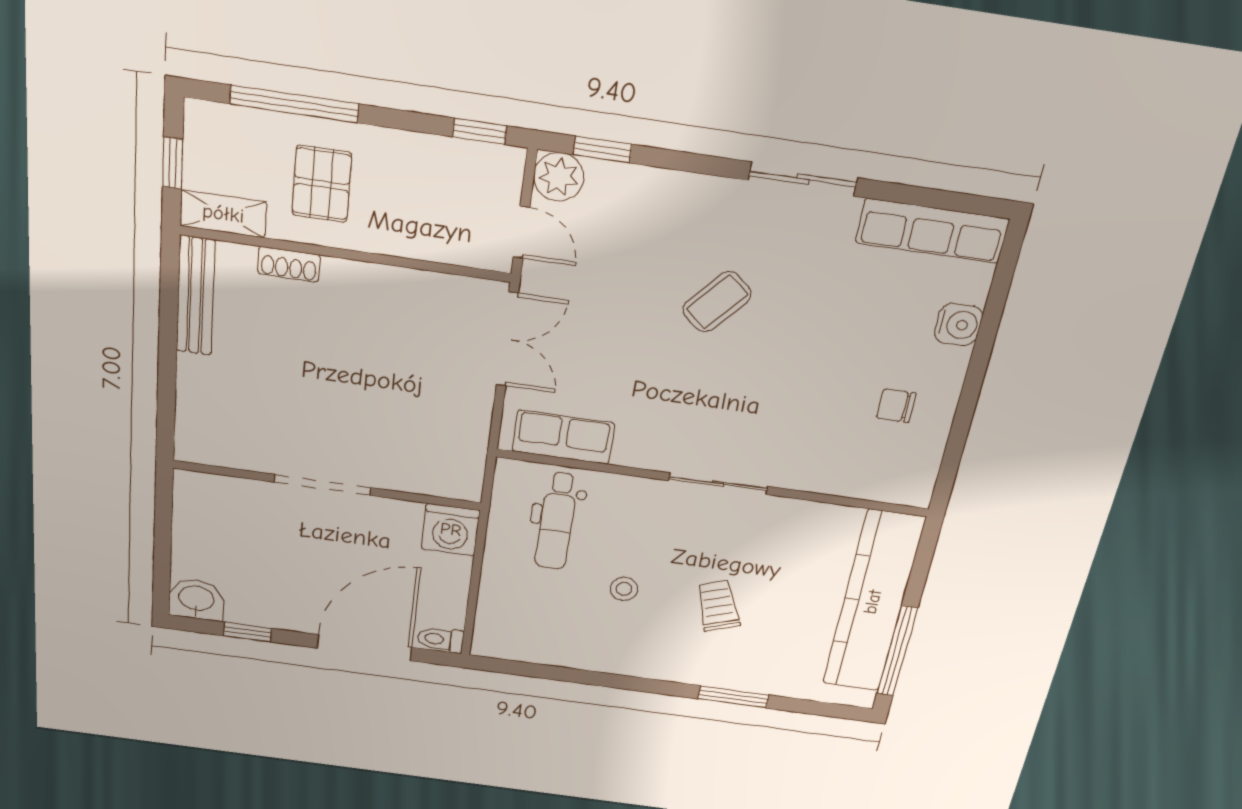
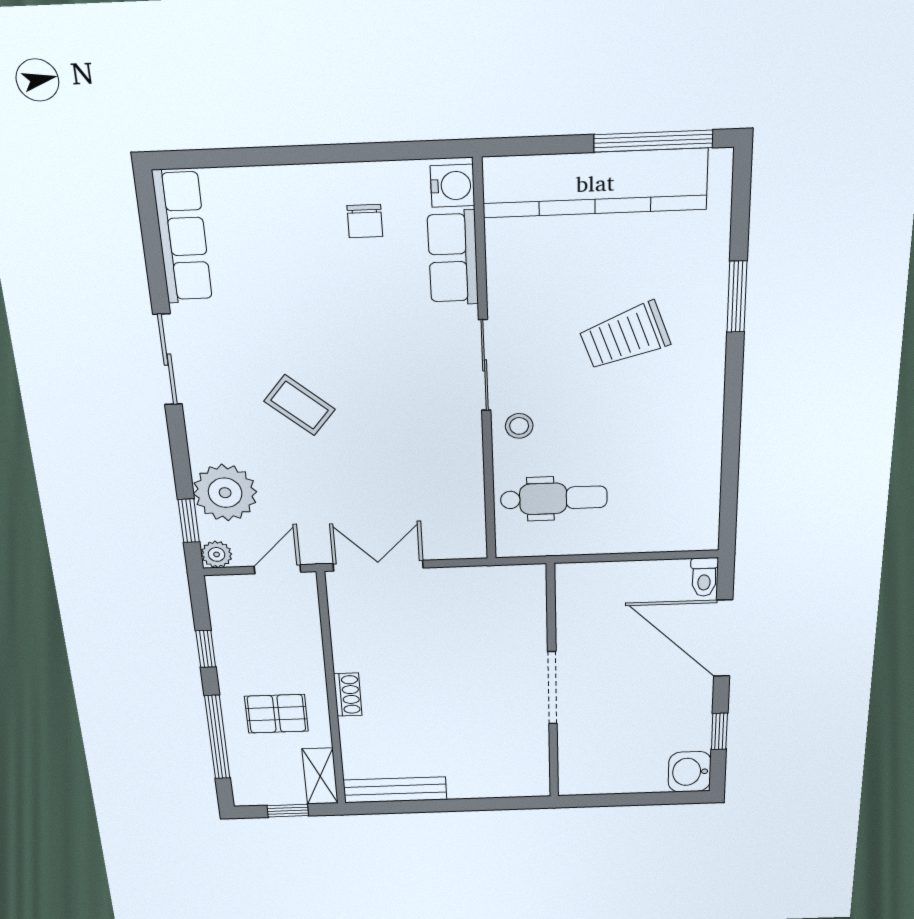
window: (480, 131) -> (206, 649), moved
plant: (559, 177) -> (217, 554), width x0.73, depth x0.73
plant: (630, 199) -> (225, 493), added
shoe rack: (289, 264) -> (348, 695), moved
water cooler: (958, 325) -> (452, 186), moved, turned 90
row of seats: (563, 437) -> (453, 258), moved
washing machine: (451, 530) -> (580, 584), removed
stool: (624, 589) -> (519, 426), moved
trolley: (718, 606) -> (625, 336), width x1.36, depth x1.39

